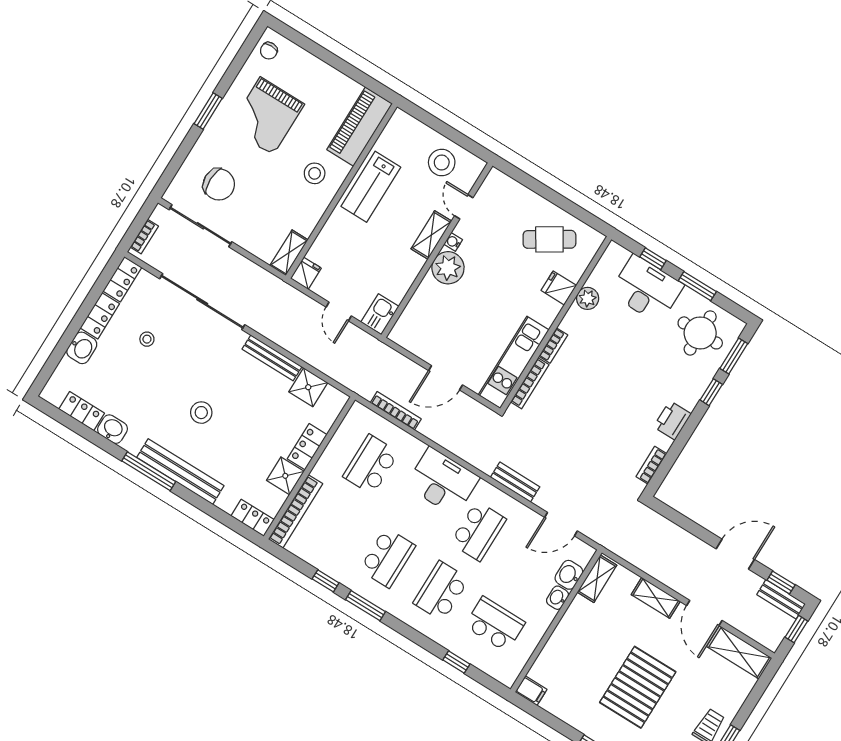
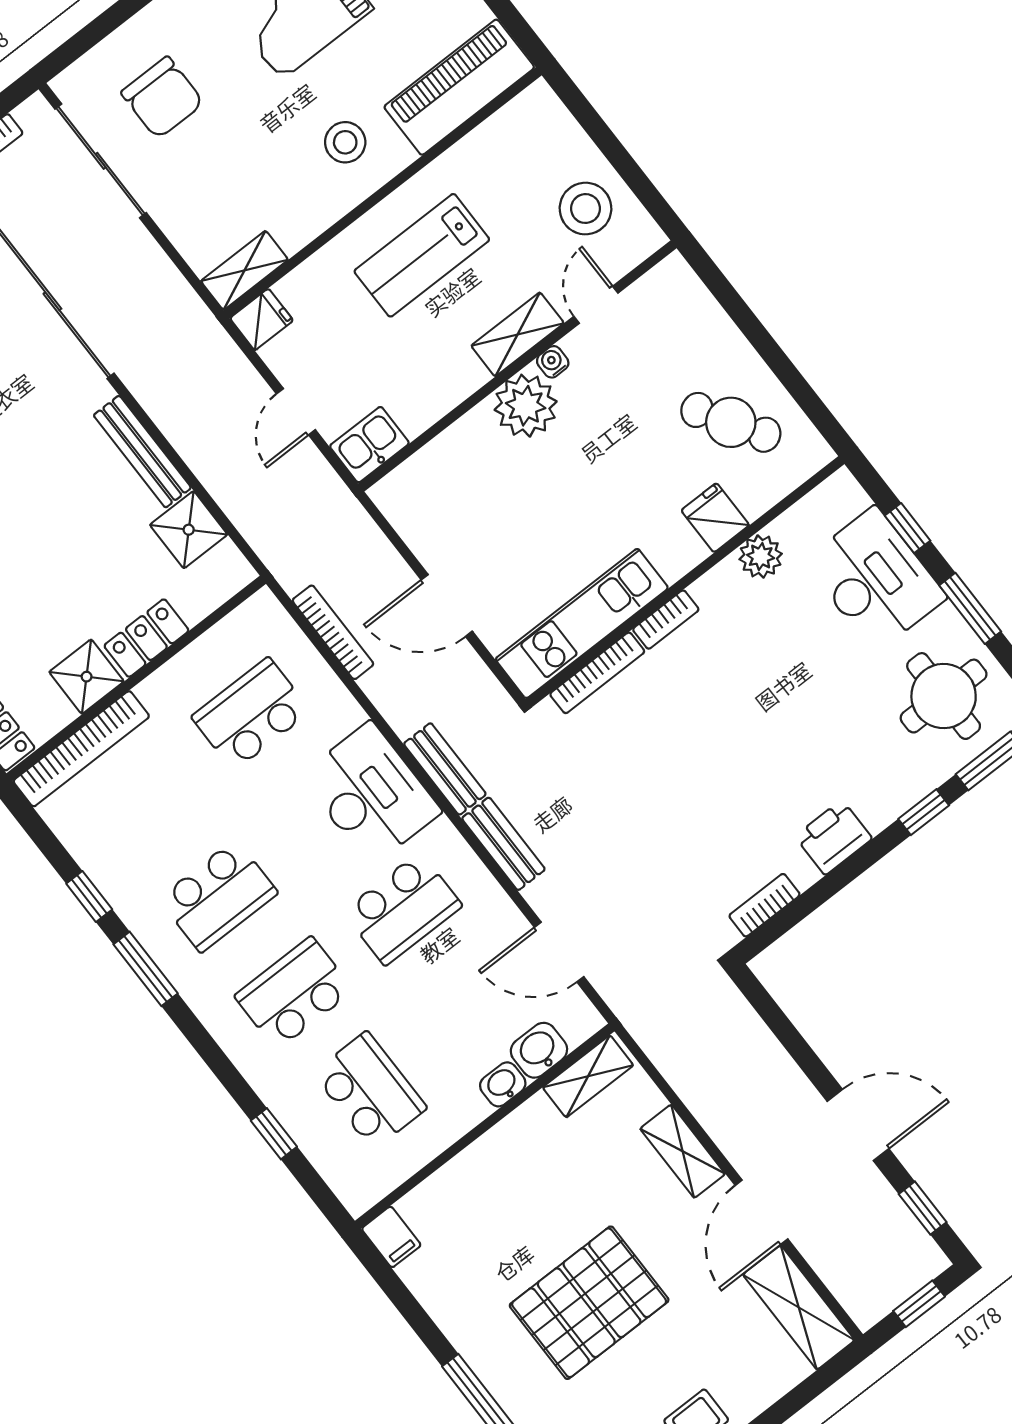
lab bench: (371, 187) -> (422, 255), moved
bench: (781, 599) -> (445, 769), moved

